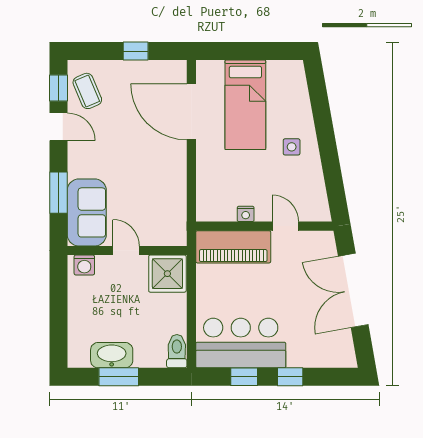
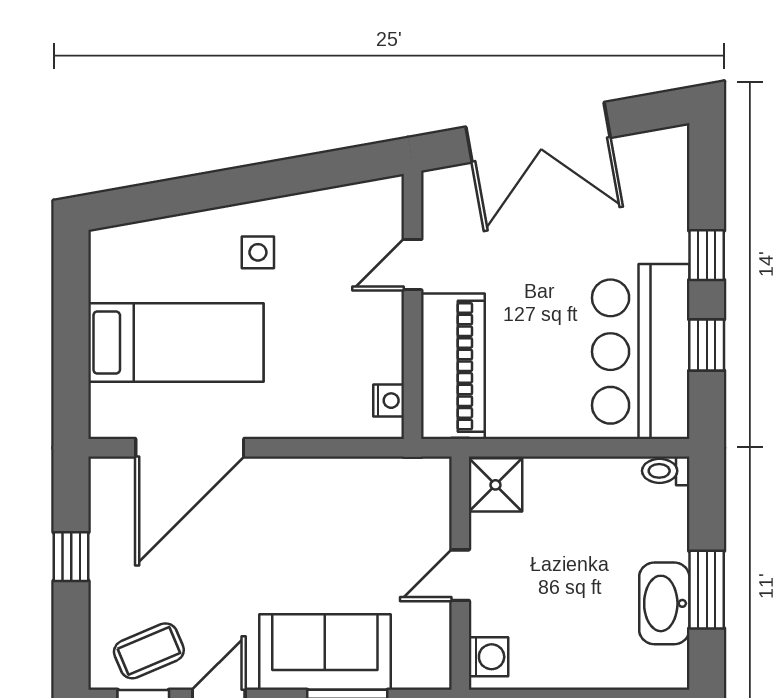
sofa: (87, 212) -> (325, 652), moved
nightstand: (246, 214) -> (389, 401), moved
shower: (167, 274) -> (495, 485), width x0.73, depth x0.73
toilet: (177, 351) -> (666, 471), width x0.73, depth x0.72

